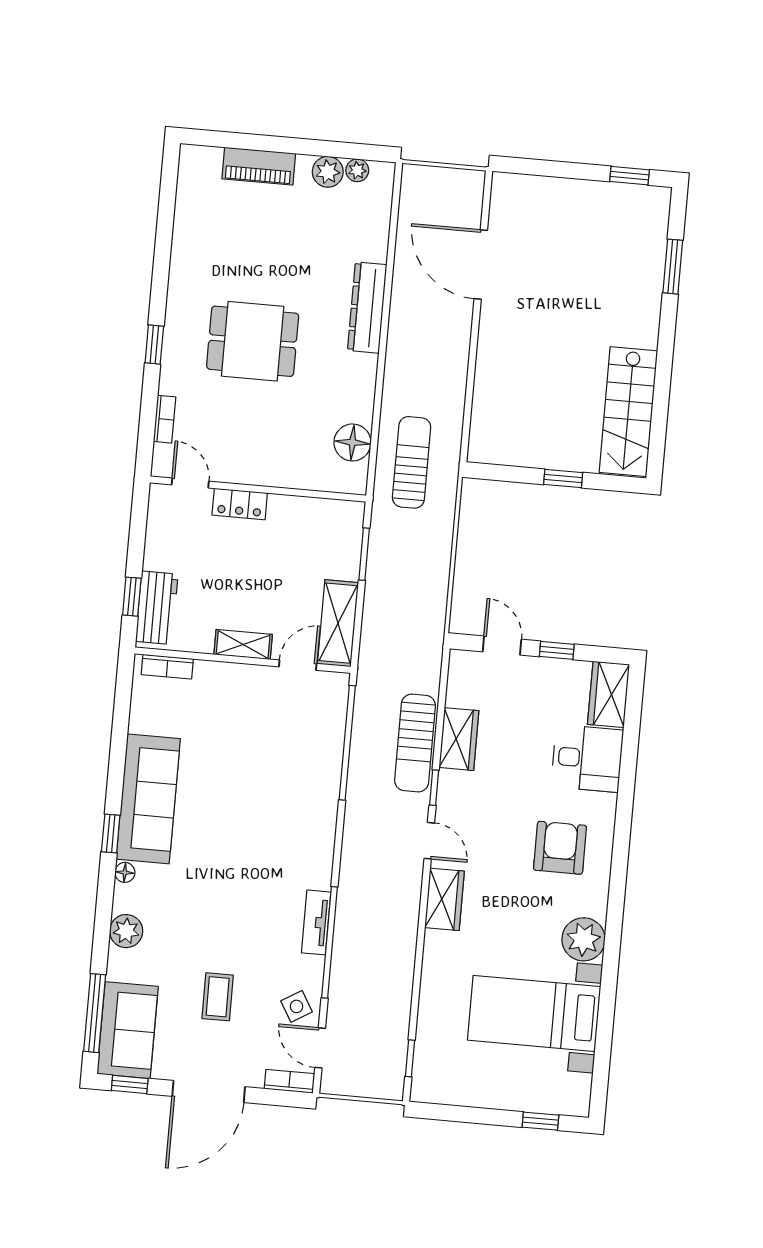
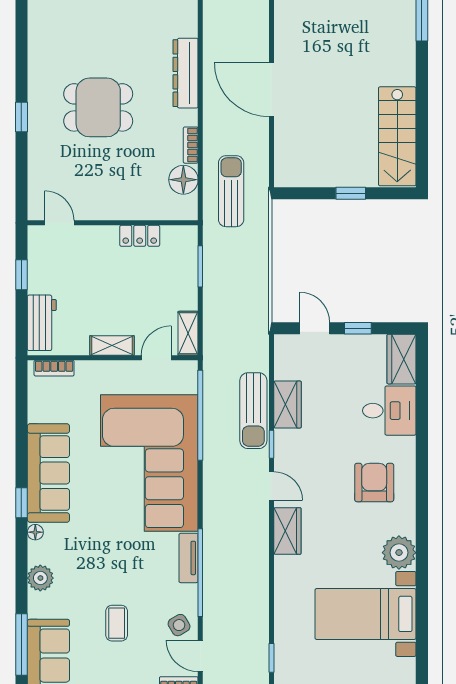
door: (481, 265) -> (271, 89), moved
bookcase: (165, 419) -> (191, 145), moved, turned 180
locker: (240, 504) -> (140, 236), moved
window: (132, 597) -> (21, 275), moved
shelving: (338, 623) -> (188, 333), width x0.67, depth x0.75
corner sofa: (277, 797) -> (149, 463), added

